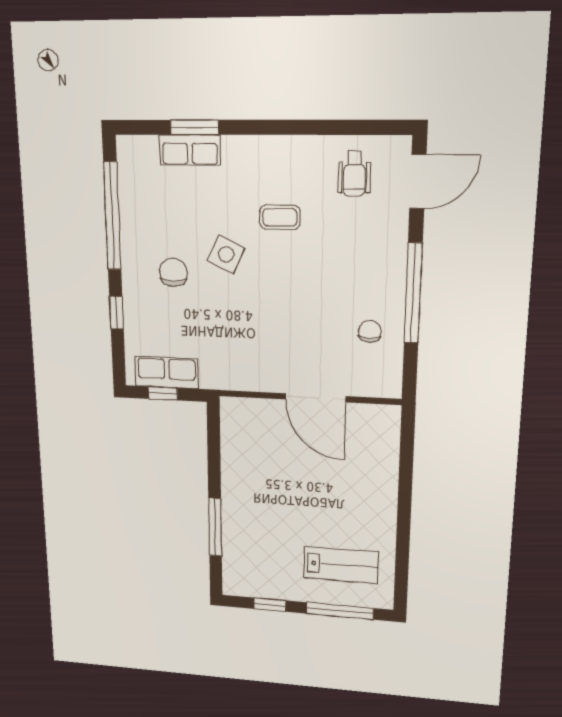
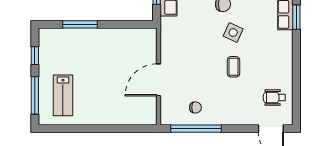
coffee table: (280, 217) -> (233, 67), moved
window: (413, 293) -> (196, 129), moved

